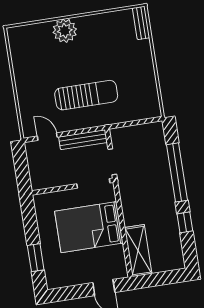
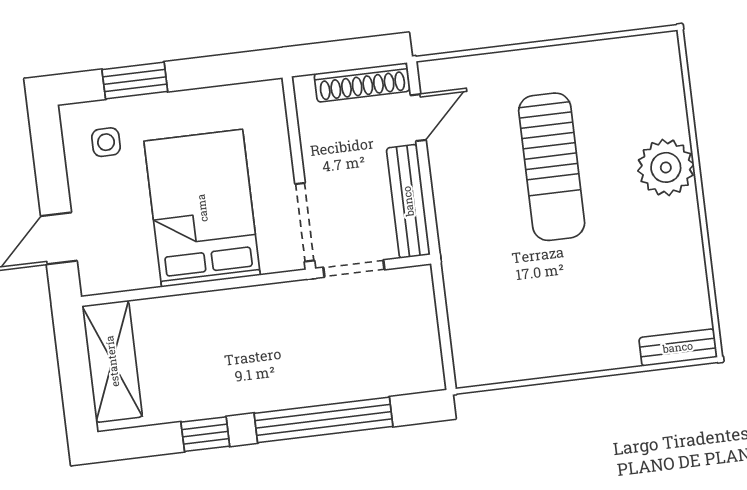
sun lounger: (86, 95) -> (552, 167), moved
shoe rack: (33, 161) -> (362, 82), added
shelving: (138, 251) -> (112, 361), moved, turned 90
side table: (62, 269) -> (106, 142), added

